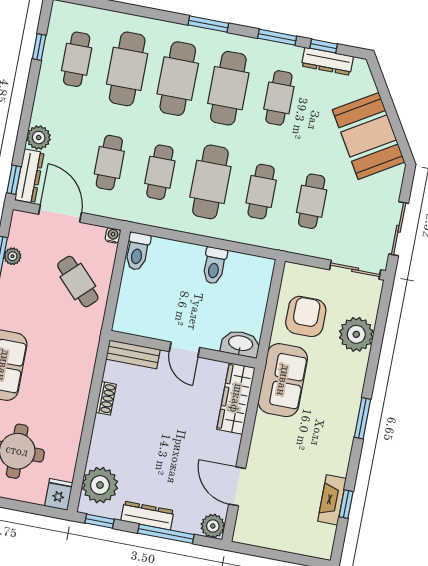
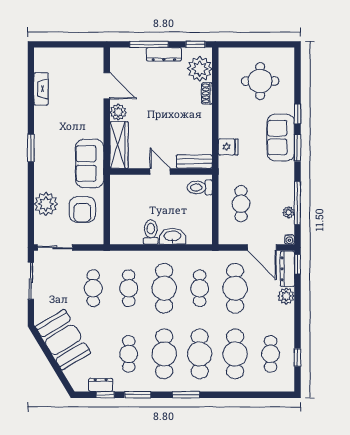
dresser: (327, 61) -> (101, 385), width x0.70
cafe table: (109, 163) -> (235, 288), width x1.37, depth x1.35
water cooler: (113, 235) -> (289, 239), moved
toilet: (137, 251) -> (200, 187), moved, turned -90
cafe table: (78, 282) -> (241, 204), turned 44
washbasin: (241, 344) -> (172, 236), moved, turned 180
shoe rack: (106, 398) -> (207, 93), moved
fridge: (59, 494) -> (228, 147), moved, turned -90
window: (346, 504) -> (31, 88), removed
plant: (213, 526) -> (118, 112), moved

